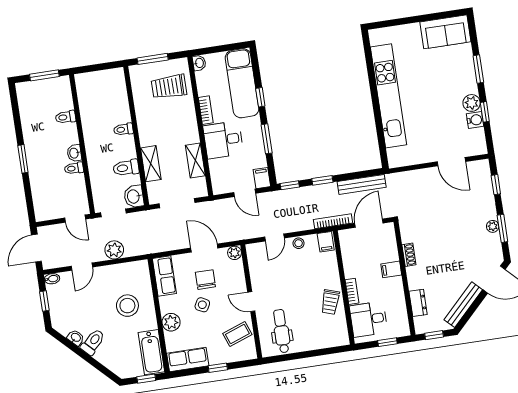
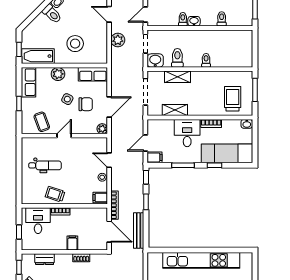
dental chair: (282, 331) -> (45, 165), moved

